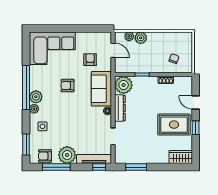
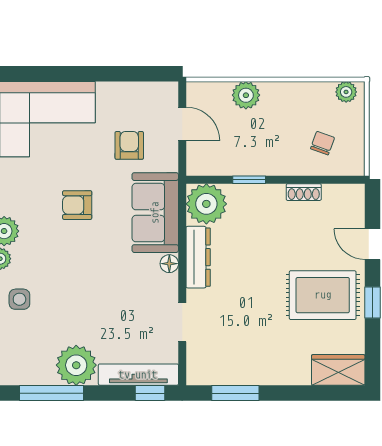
plant: (129, 36) -> (346, 92), moved
armchair: (45, 156) -> (25, 368), removed

